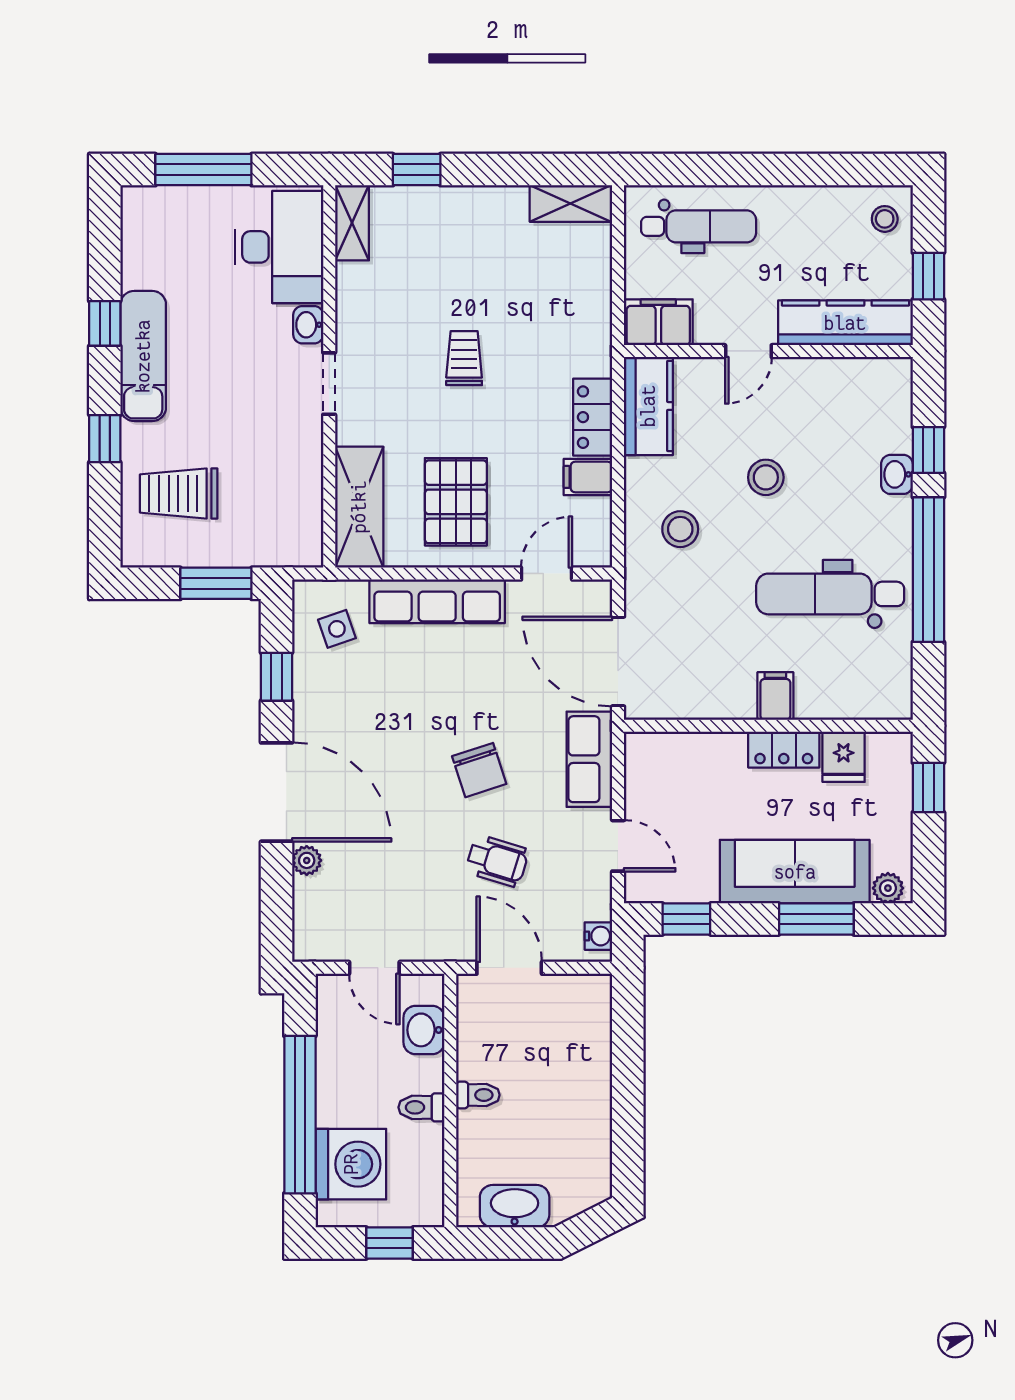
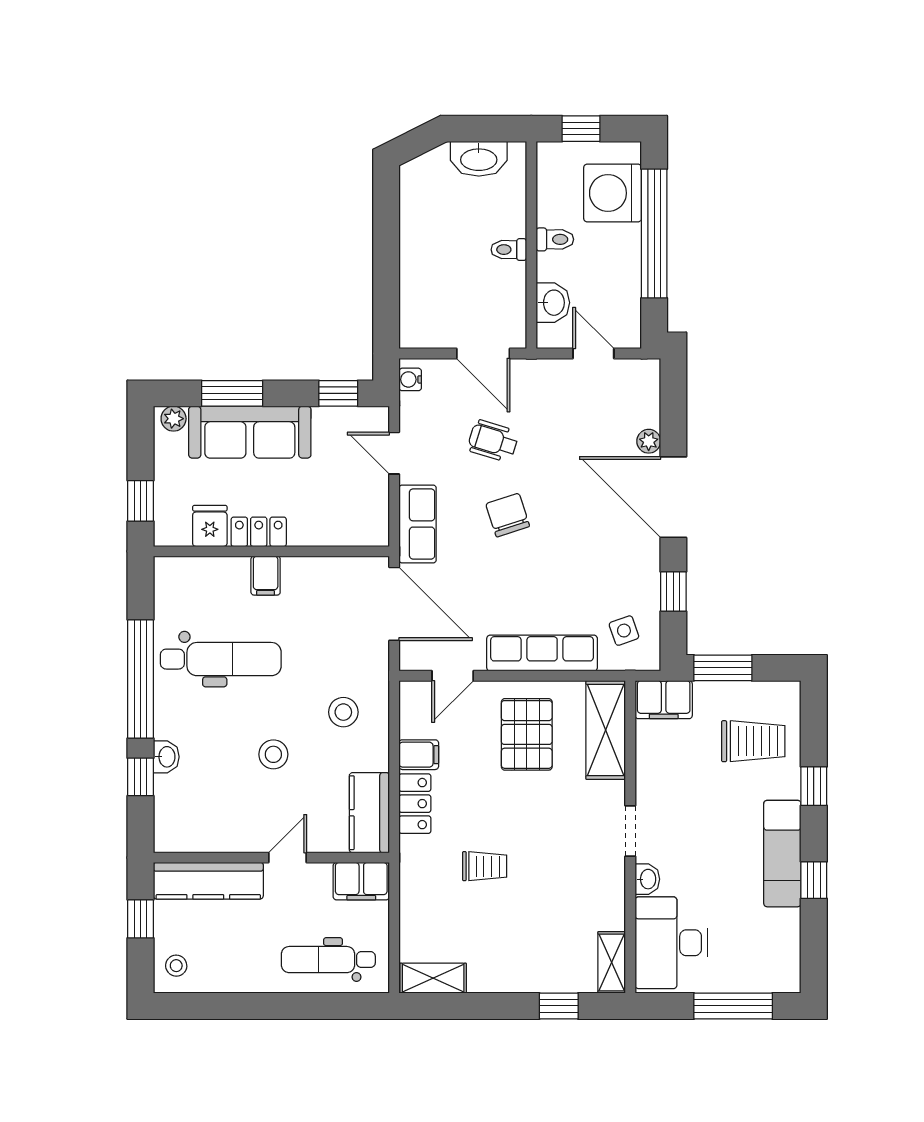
trolley: (464, 358) -> (485, 866), moved, turned -90
filing cabinet: (288, 544) -> (664, 700), added

